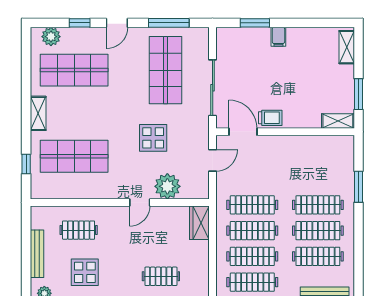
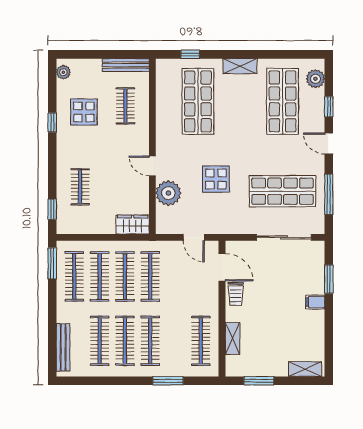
sliding door: (213, 88) -> (284, 237), moved
shelving: (338, 121) -> (233, 339), moved
door: (243, 132) -> (222, 267), hinge flipped
clothes rail: (318, 153) -> (201, 341), added
bench: (37, 254) -> (126, 65), moved

